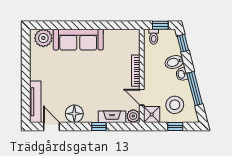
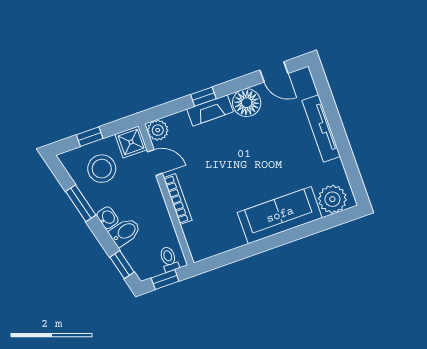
window: (195, 89) -> (81, 203), width x0.69
tv unit: (35, 102) -> (321, 128), moved
fireplace: (112, 117) -> (210, 110), moved

